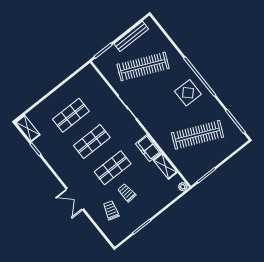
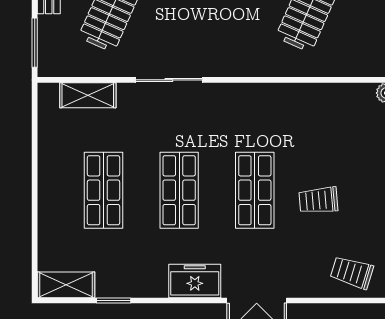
freezer: (148, 148) -> (195, 281), moved, turned 180
shelving: (165, 166) -> (88, 95), moved
trolley: (111, 210) -> (352, 272), moved

